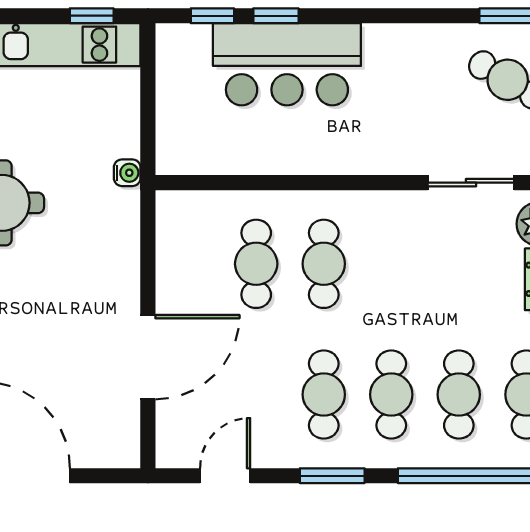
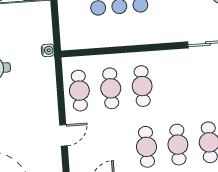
cafe table: (189, 264) -> (79, 91), added
door: (148, 357) -> (64, 135), width x0.53

